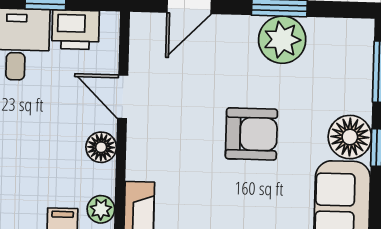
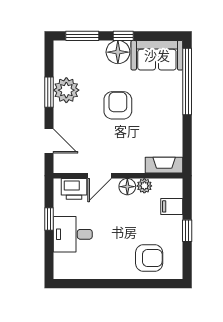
printer: (75, 30) -> (74, 189), moved, turned 90
plant: (101, 209) -> (144, 186), moved

